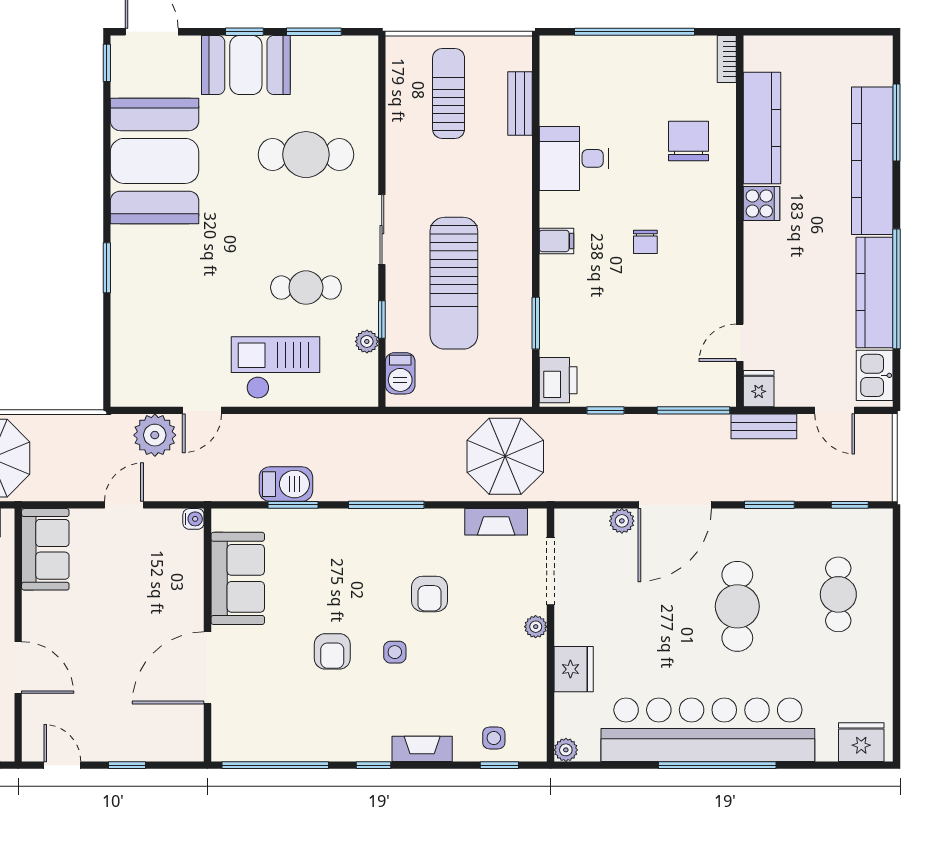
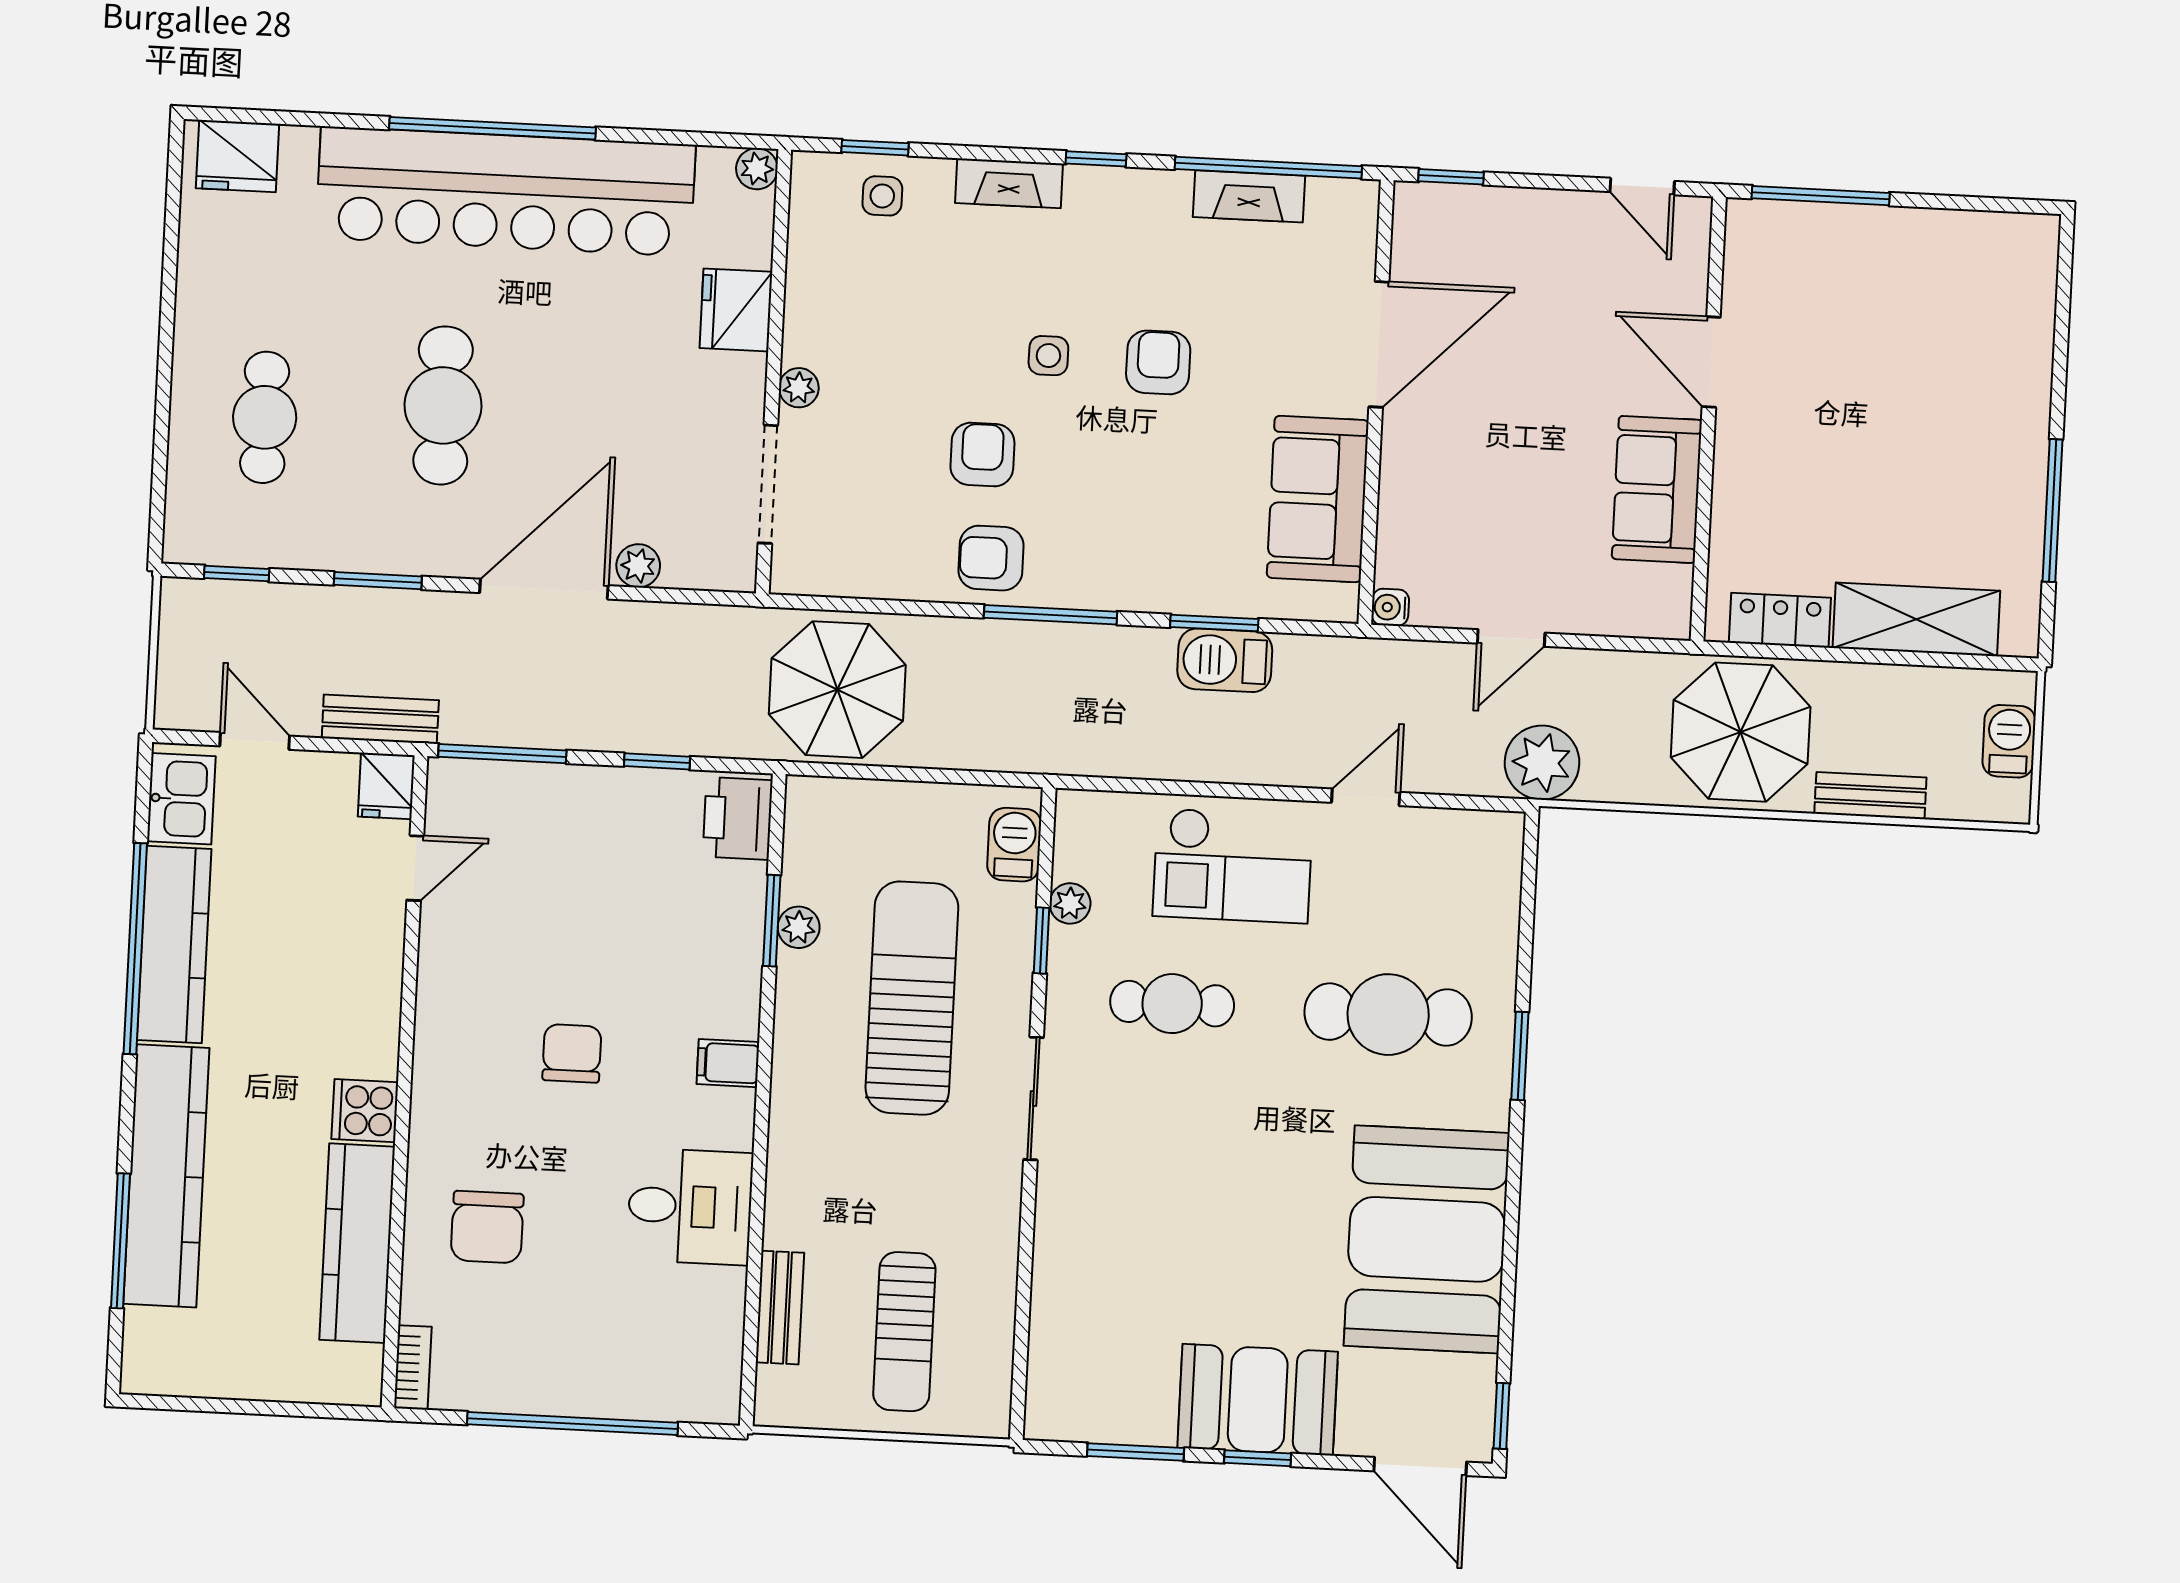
cafe table: (306, 155) -> (1388, 1015), moved
chair: (645, 242) -> (572, 1053), width x1.37, depth x1.37
plant: (520, 320) -> (799, 927), added
plant: (155, 435) -> (1542, 763), moved
fireplace: (496, 522) -> (1249, 196), moved, turned 180
armchair: (422, 535) -> (991, 558), added
sofa: (45, 549) -> (1657, 489), moved
window: (127, 765) -> (1451, 177), moved

